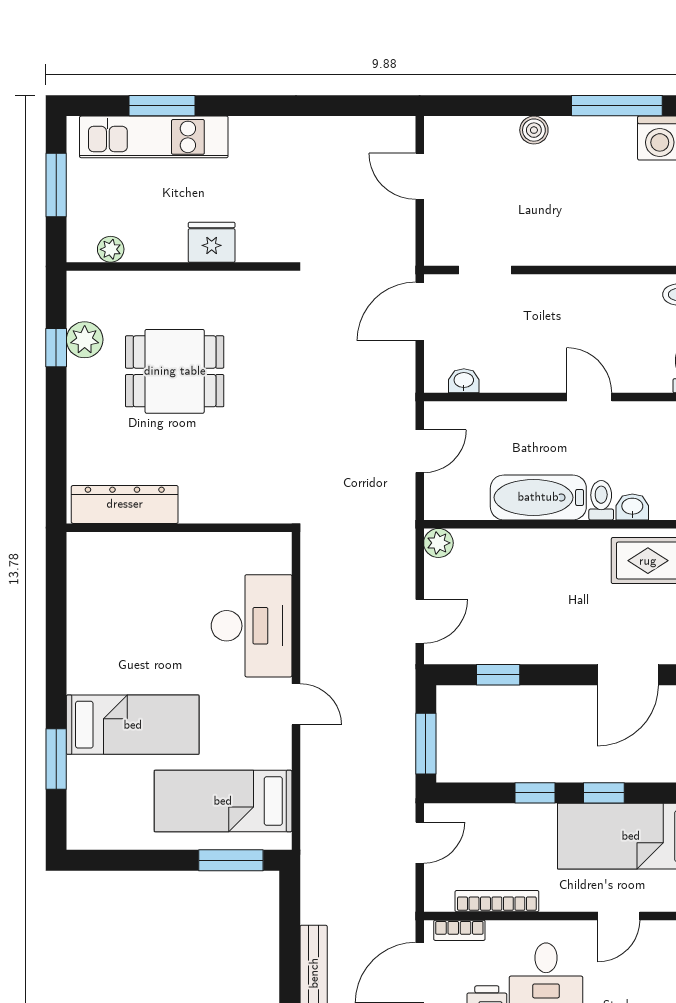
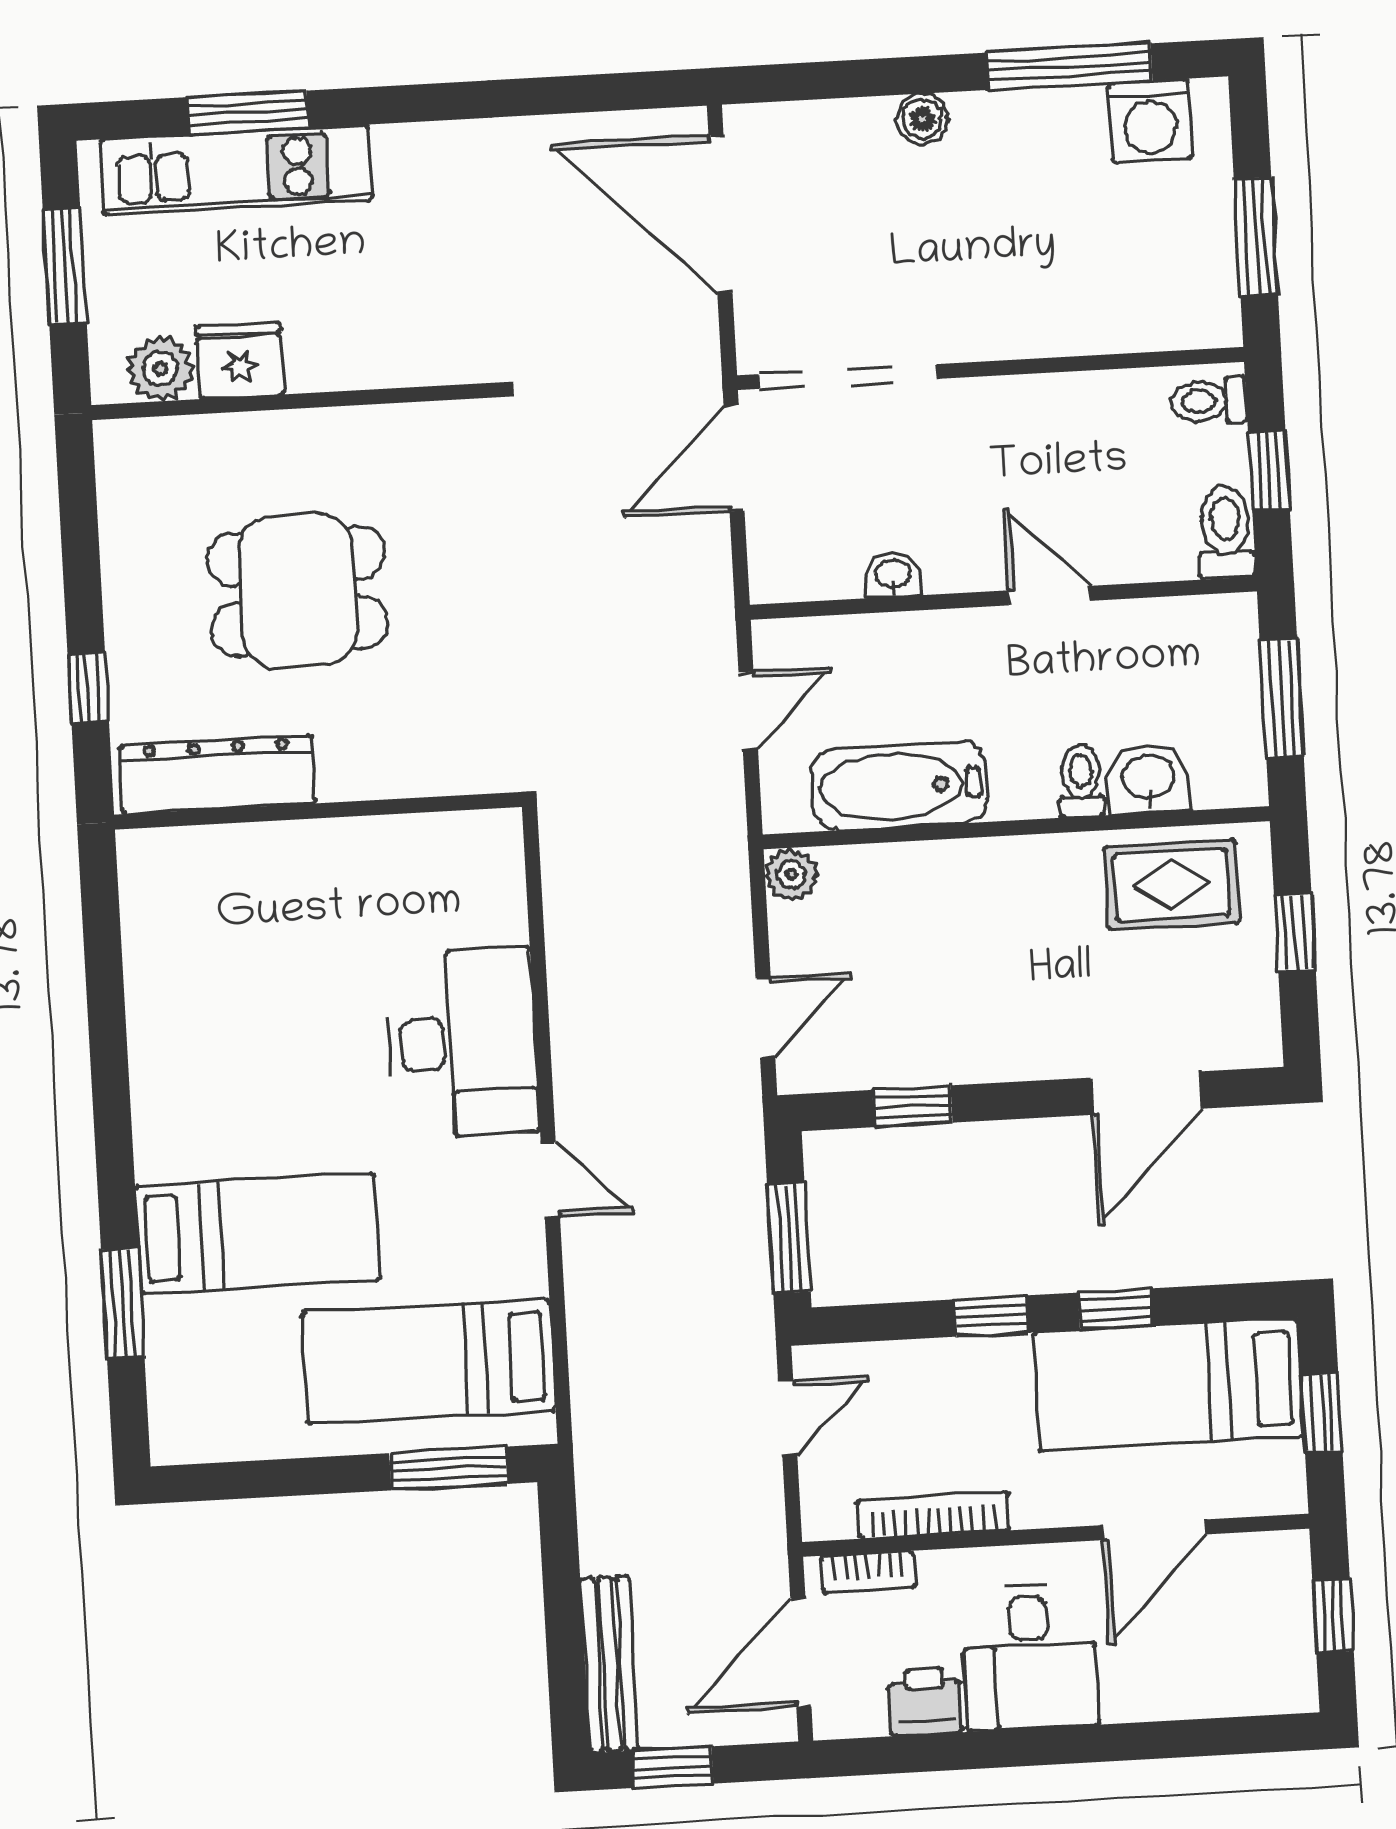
door: (420, 176) -> (720, 214), width x1.87
fridge: (212, 242) -> (240, 360), moved
plant: (111, 249) -> (160, 369), width x1.38, depth x1.38
doorway: (485, 270) -> (848, 377), width x1.88
plant: (85, 340) -> (132, 543), removed
window: (56, 348) -> (88, 688), moved
washbasin: (464, 381) -> (893, 575), moved
bathtub: (538, 497) -> (899, 786), moved
dresser: (125, 504) -> (217, 775), moved
washbasin: (632, 507) -> (1149, 779), width x1.38, depth x1.45
wall: (179, 528) -> (318, 811), moved
door: (619, 916) -> (1155, 1530), width x1.38

